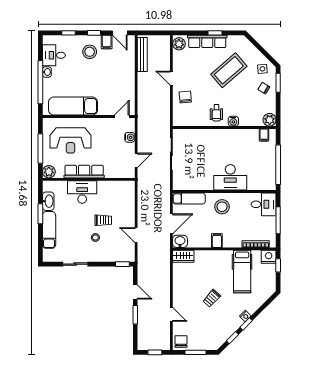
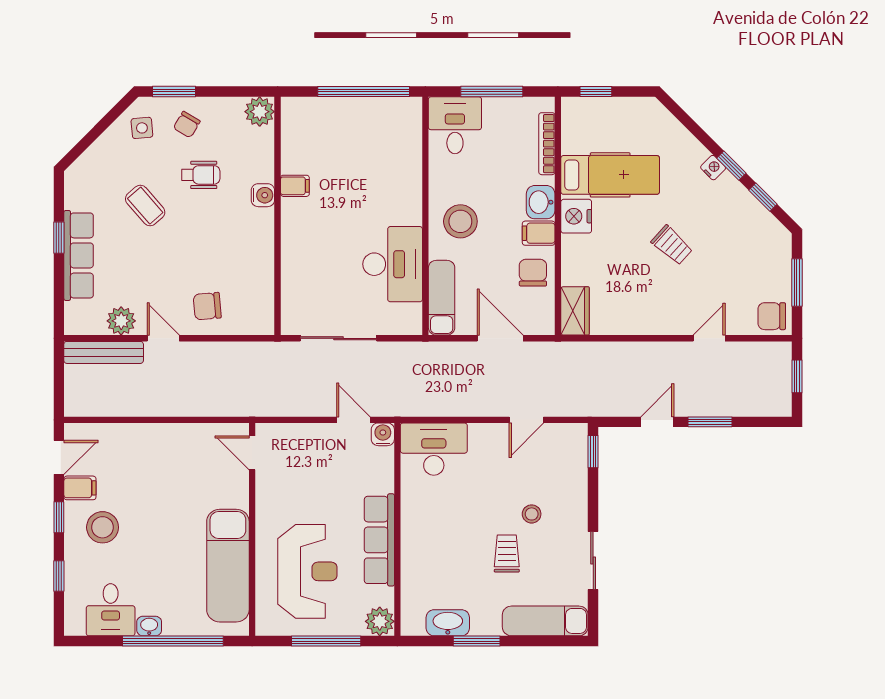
plant: (179, 44) -> (121, 321), moved
bench: (142, 55) -> (104, 352), moved
coffee table: (229, 70) -> (145, 206), width x0.54, depth x0.58
door: (171, 78) -> (163, 338), swing flipped
wheelchair: (216, 113) -> (201, 175), moved
filing cabinet: (264, 135) -> (295, 186), moved
water cooler: (130, 137) -> (383, 434), moved
desk: (230, 177) -> (393, 264), moved
desk: (82, 192) -> (434, 449), moved, turned 90
trolley: (103, 220) -> (507, 554), moved
exam couch: (49, 230) -> (545, 621), moved
chair: (200, 238) -> (533, 273), added
washbasin: (180, 241) -> (541, 202), moved
nightstand: (269, 257) -> (576, 216), moved

